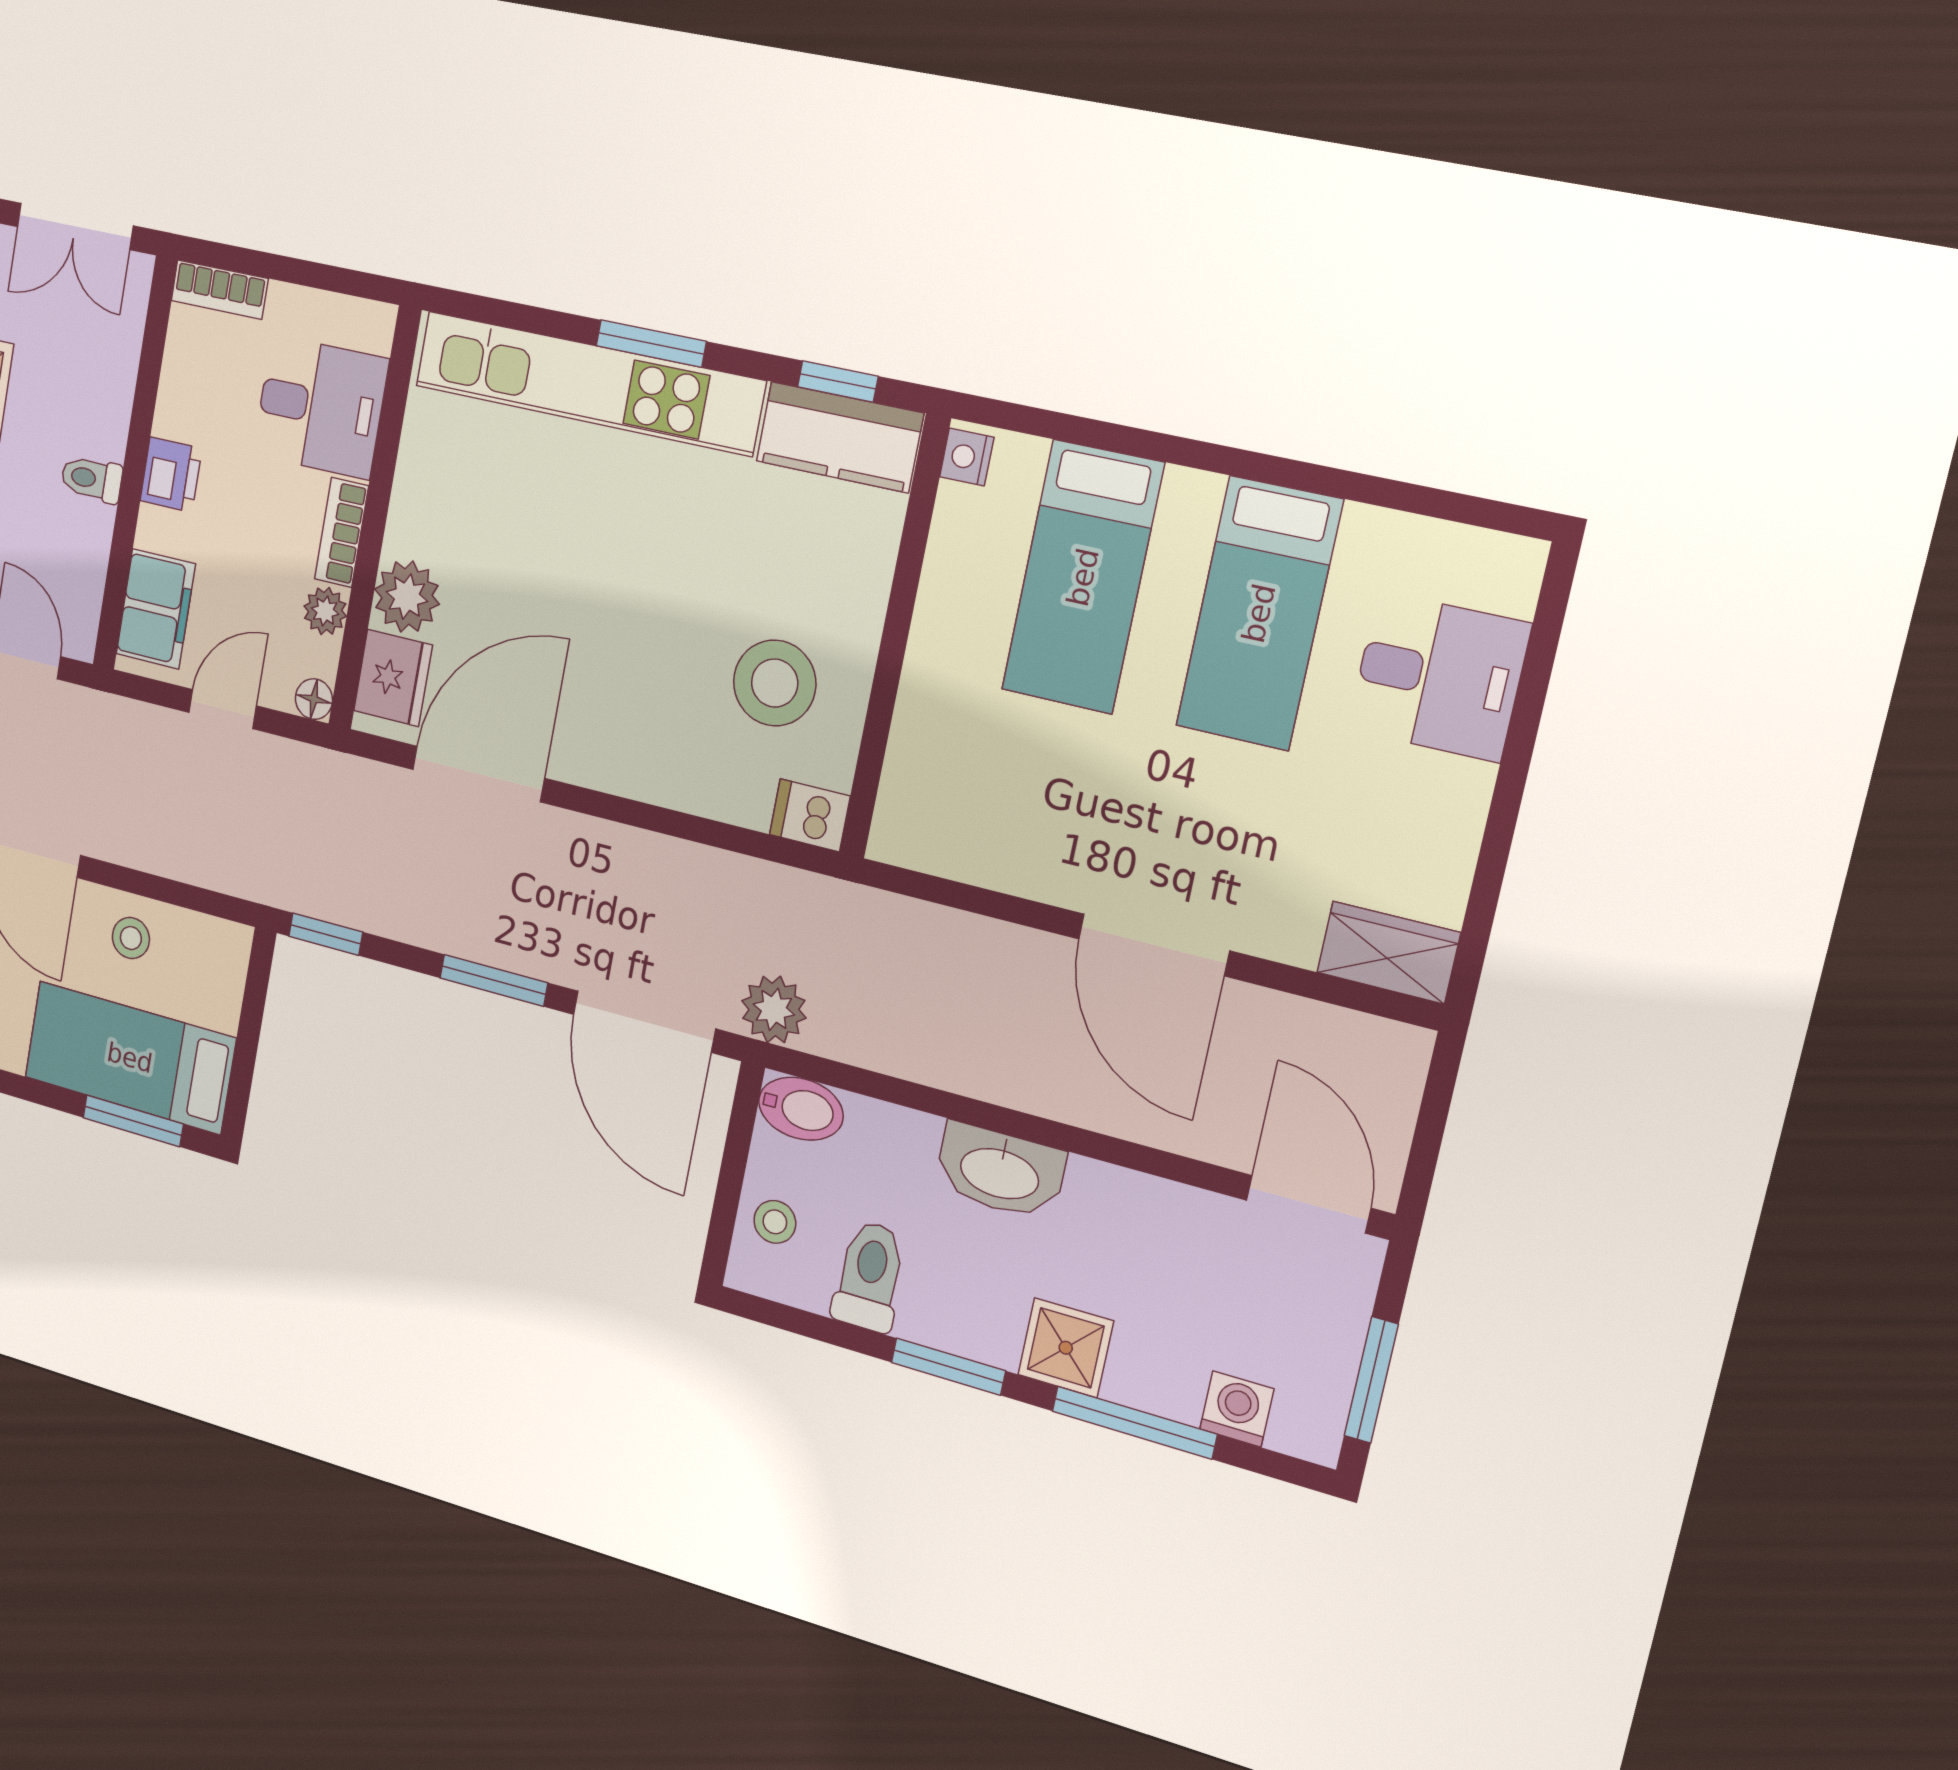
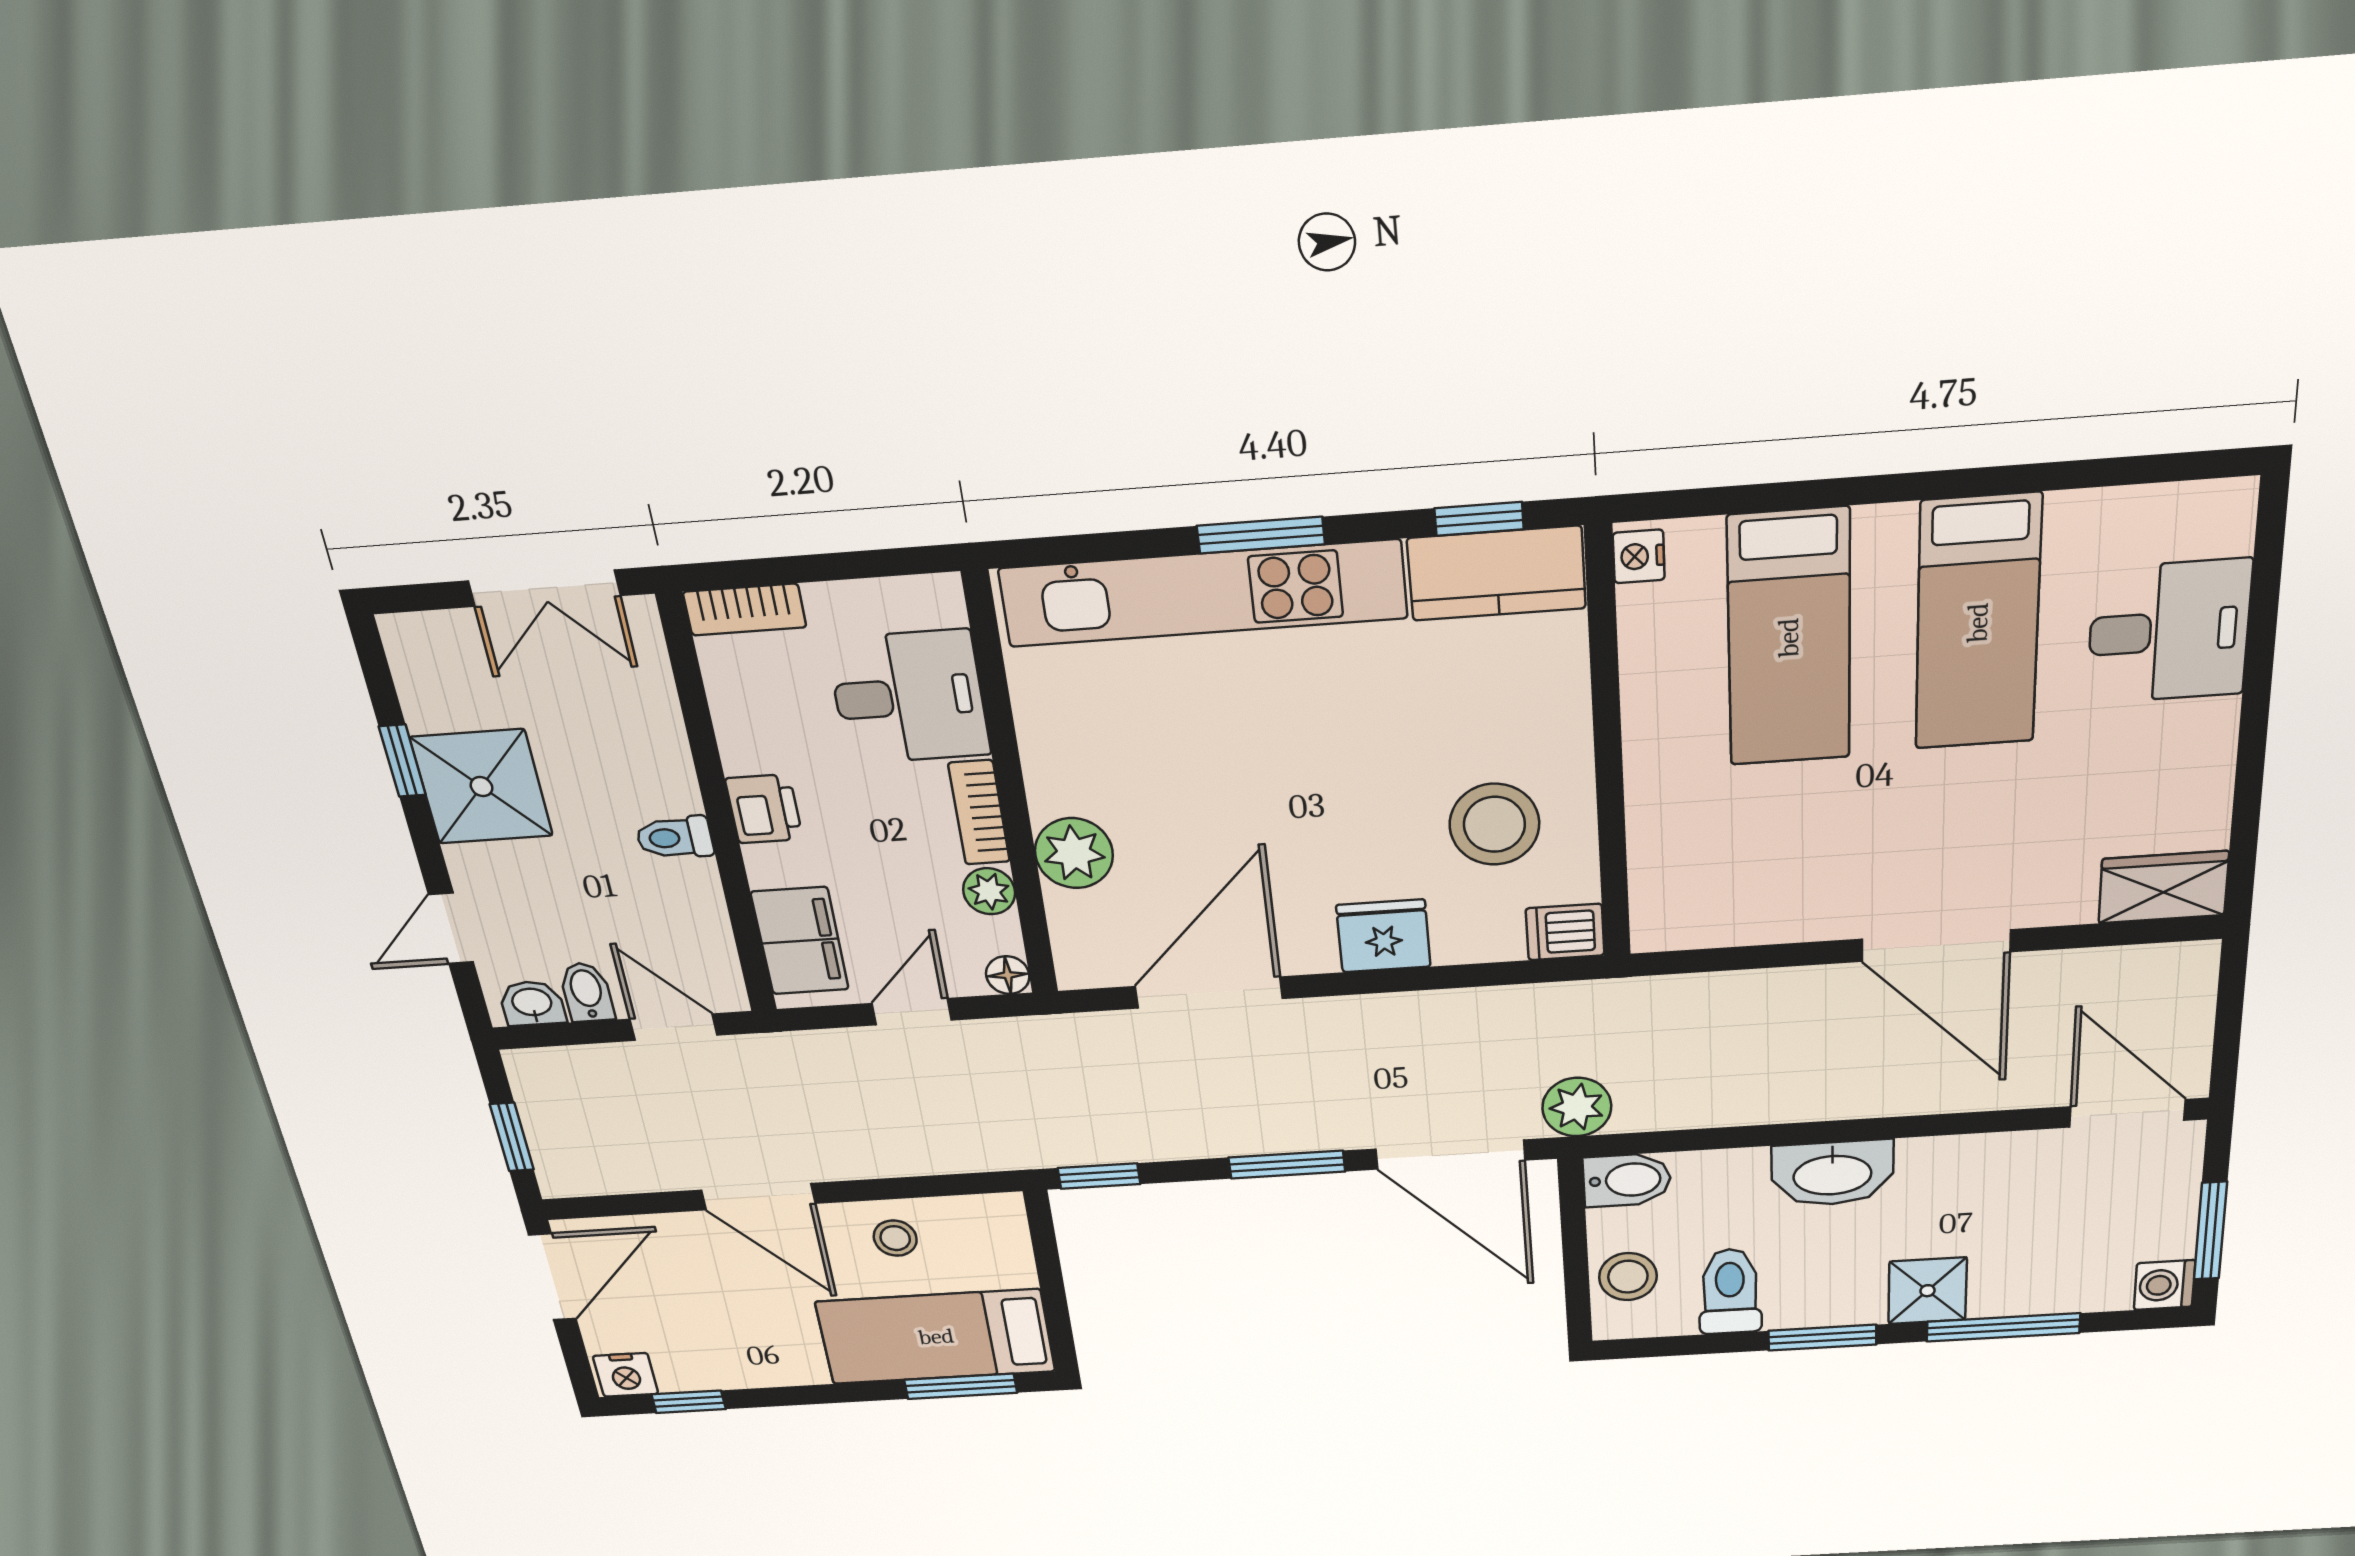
fridge: (393, 678) -> (1383, 936), moved, turned -90
stool: (775, 1222) -> (1628, 1277), width x1.37, depth x1.37
washing machine: (1237, 1409) -> (2164, 1285), moved, turned -90

